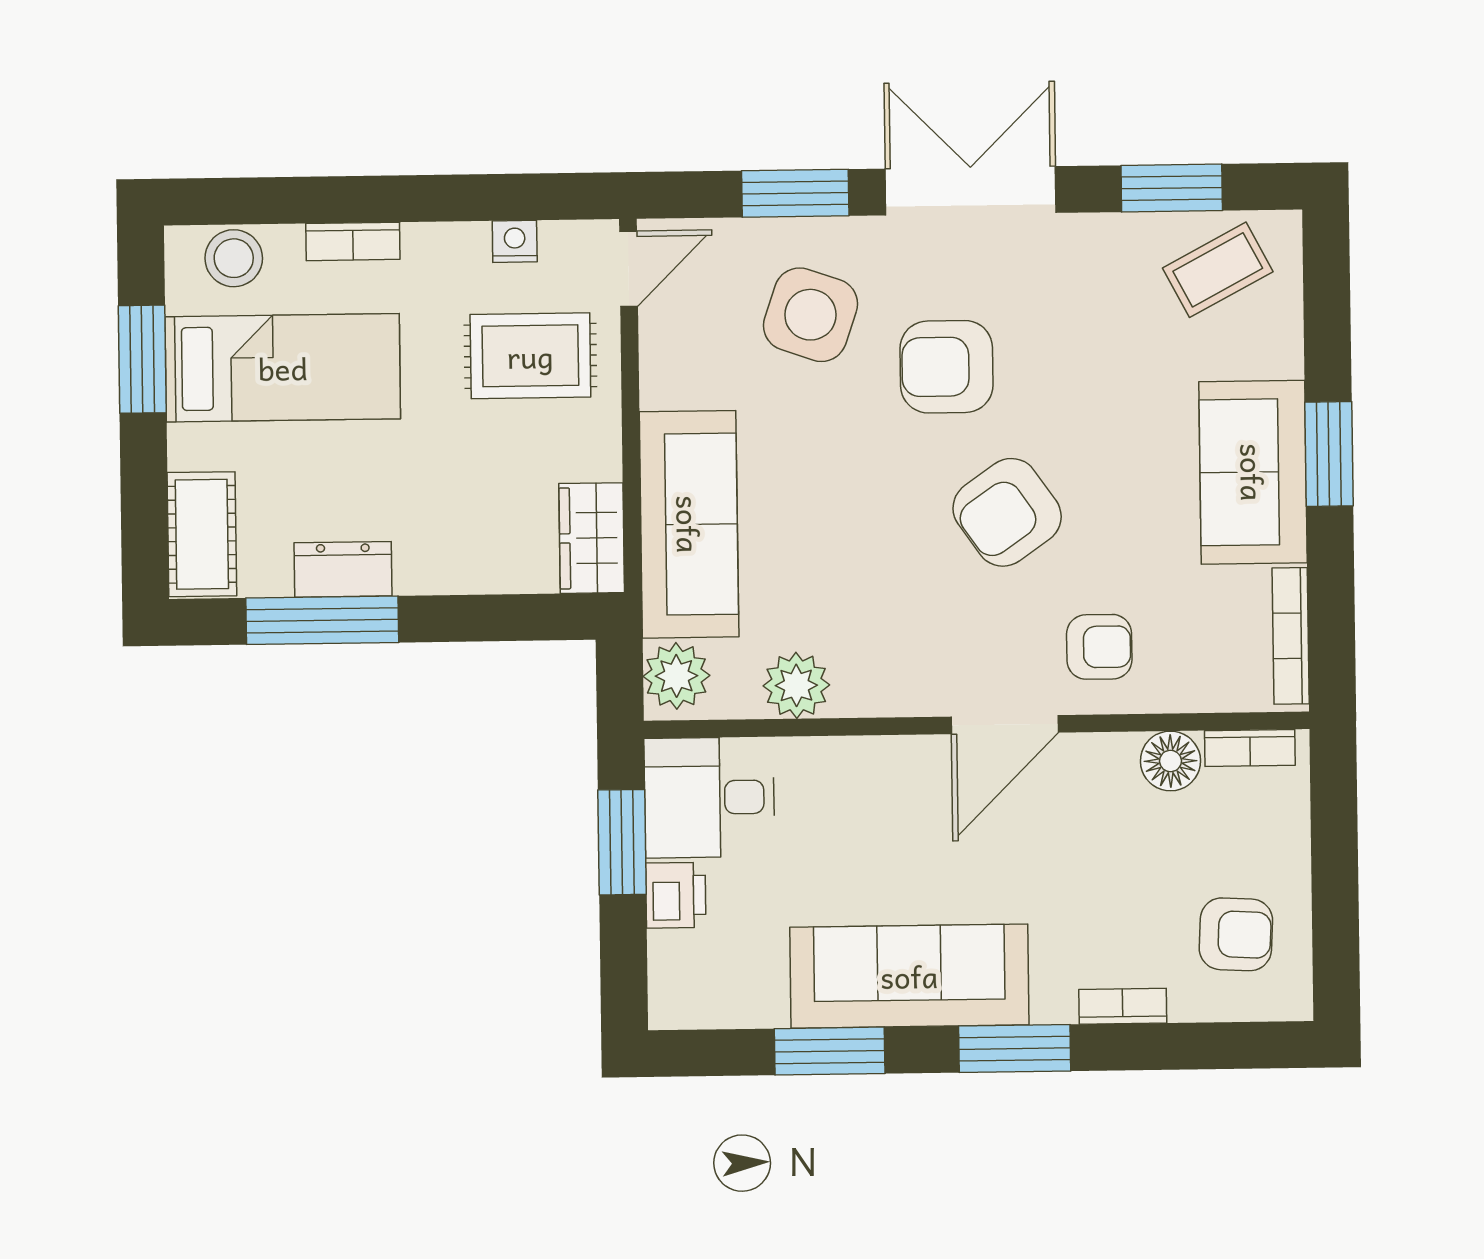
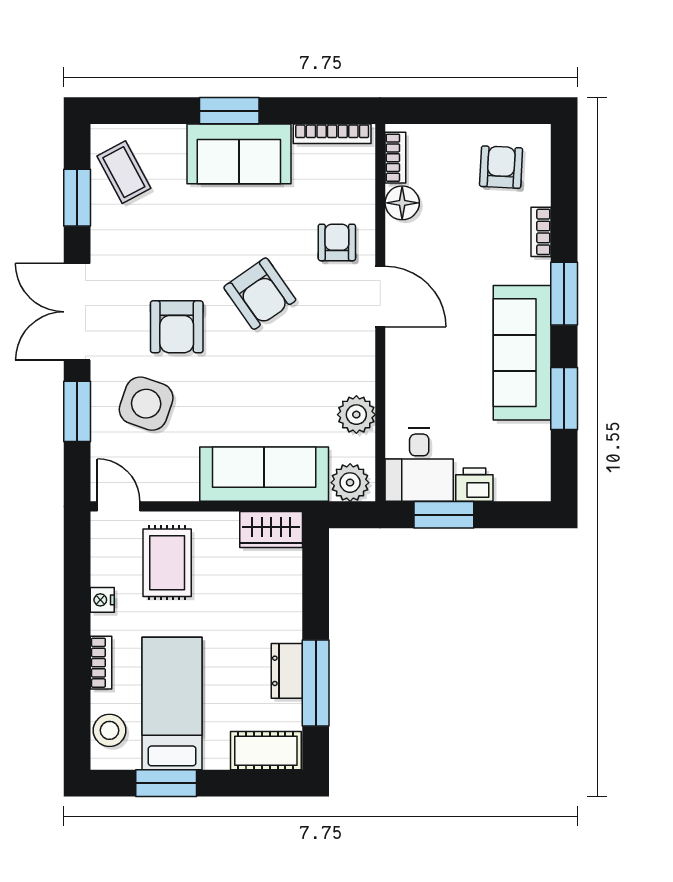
nightstand: (515, 241) -> (102, 600), moved

